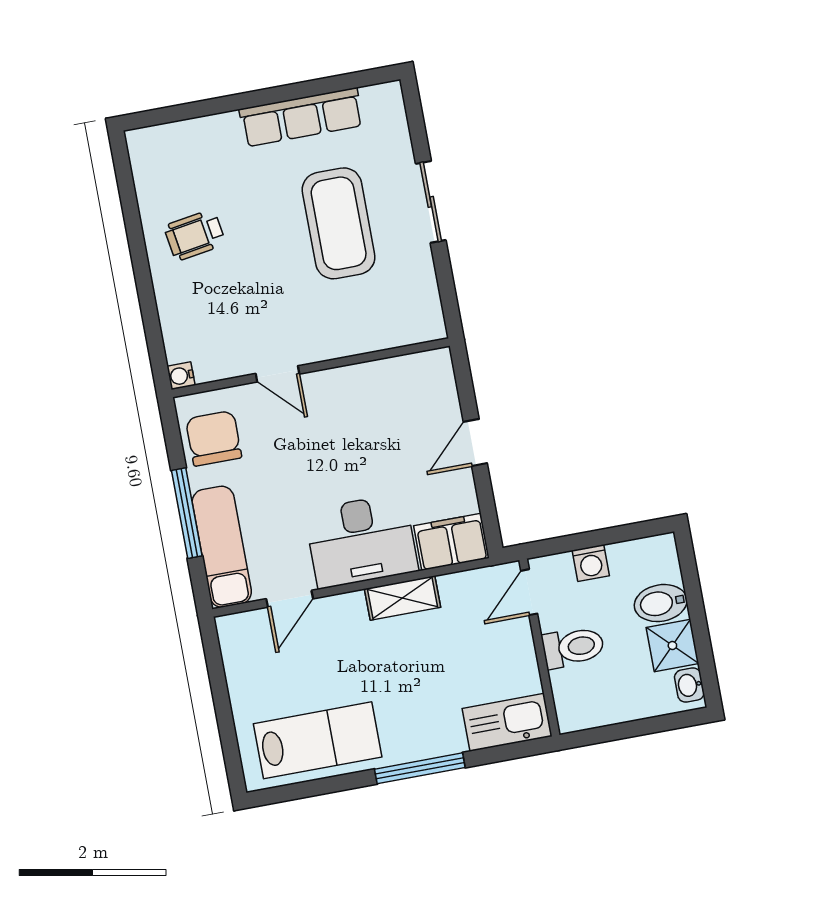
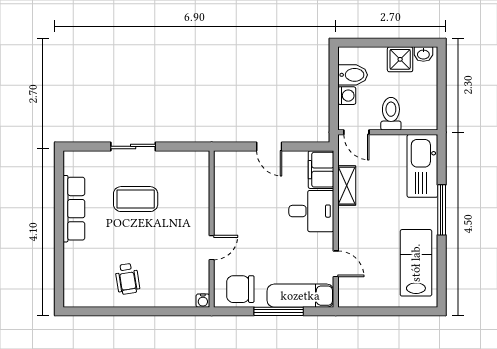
coffee table: (339, 223) -> (136, 199), width x0.73, depth x0.76
desk: (361, 541) -> (311, 211), width x0.73
shelving: (402, 598) -> (347, 186), moved
bidet: (661, 603) -> (353, 75), moved, turned -90
kitchen sink: (507, 722) -> (422, 166), width x1.36, depth x1.24

